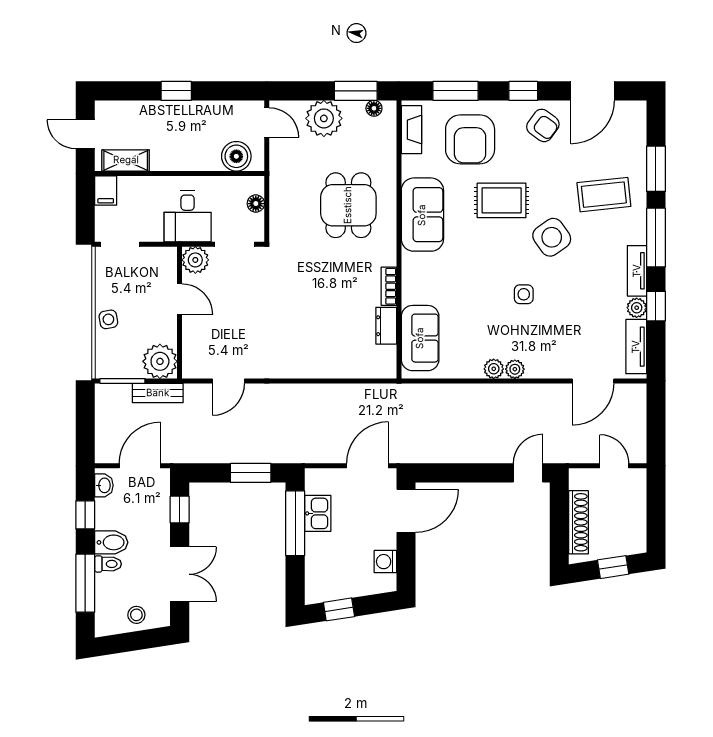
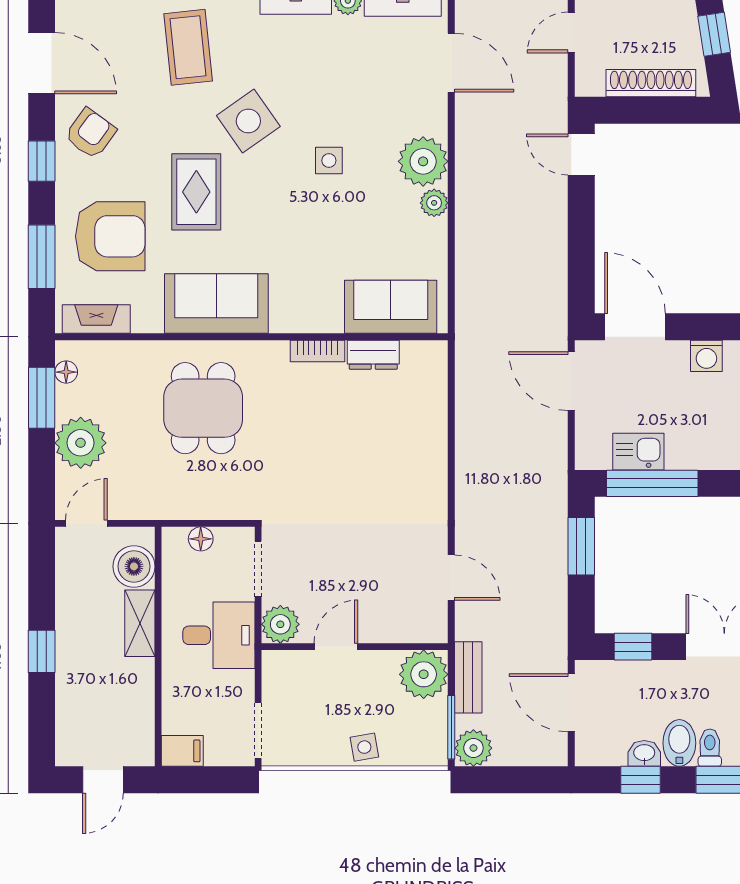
shelving: (126, 160) -> (140, 623), moved
dining table: (348, 205) -> (203, 408), turned 90
plant: (515, 369) -> (423, 161), width x1.88, depth x1.88
plant: (108, 397) -> (473, 748), added
washbasin: (104, 485) -> (644, 753), moved

